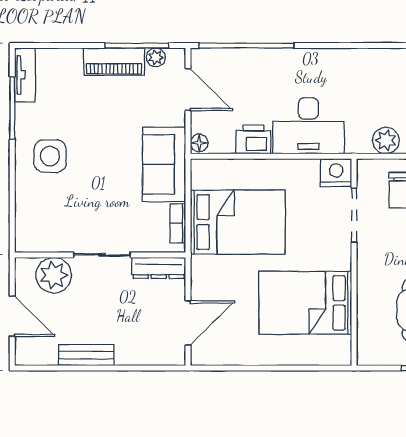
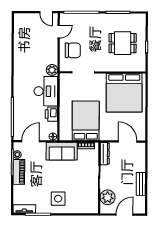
plant: (386, 140) -> (52, 70), moved
nightstand: (336, 173) -> (65, 80), removed
bed: (305, 303) -> (124, 93), width x1.36

